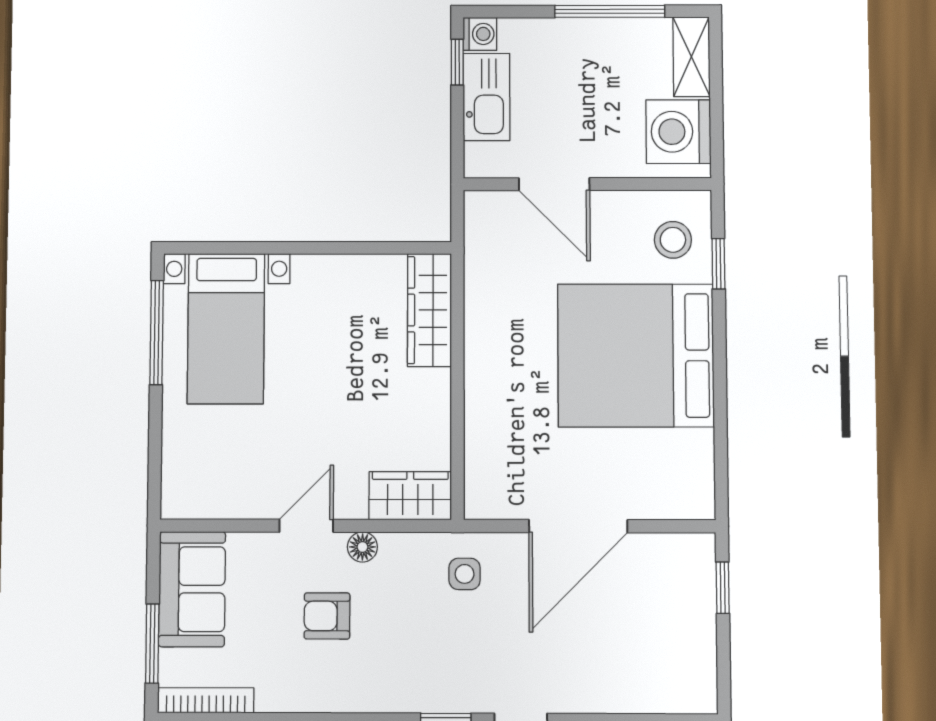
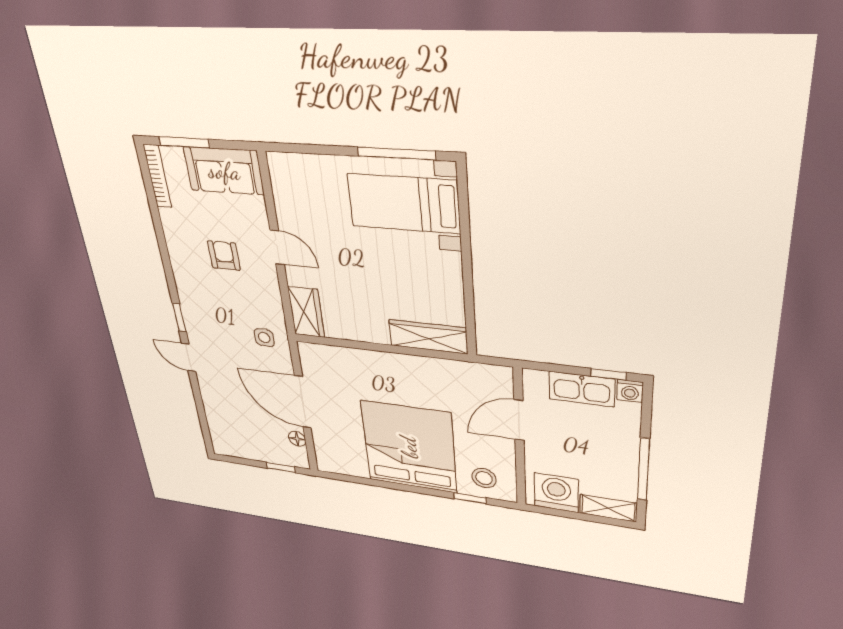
floor lamp: (362, 547) -> (297, 439), moved

